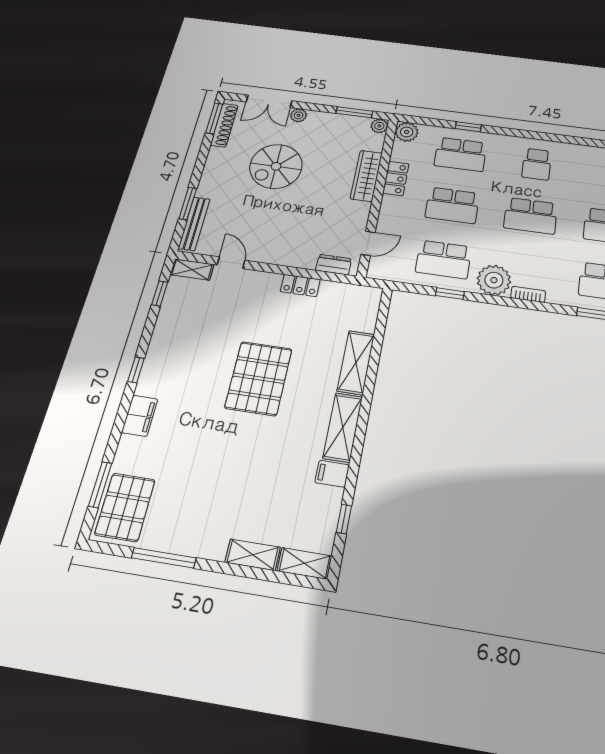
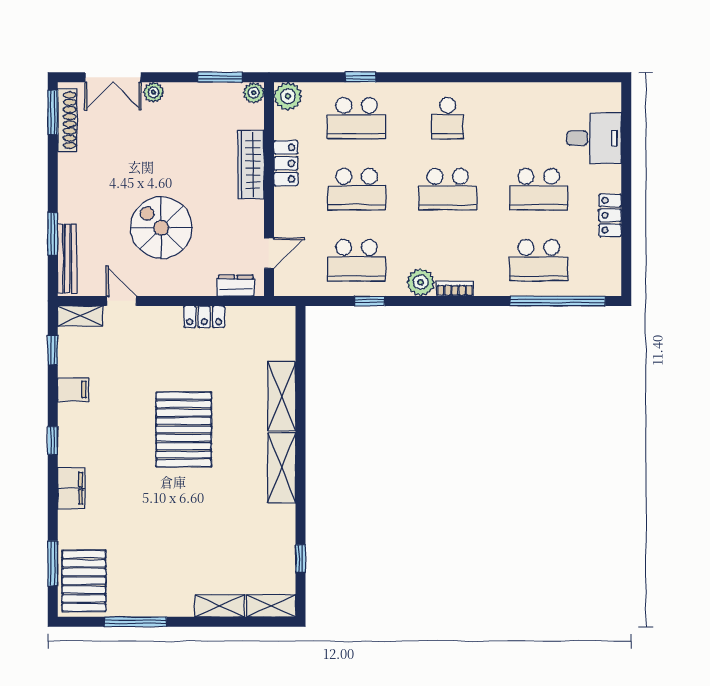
spiral stairs: (276, 166) -> (161, 228), moved, turned 90
plant: (494, 280) -> (421, 282), width x0.73, depth x0.73
filing cabinet: (332, 474) -> (73, 389), moved, turned 180

